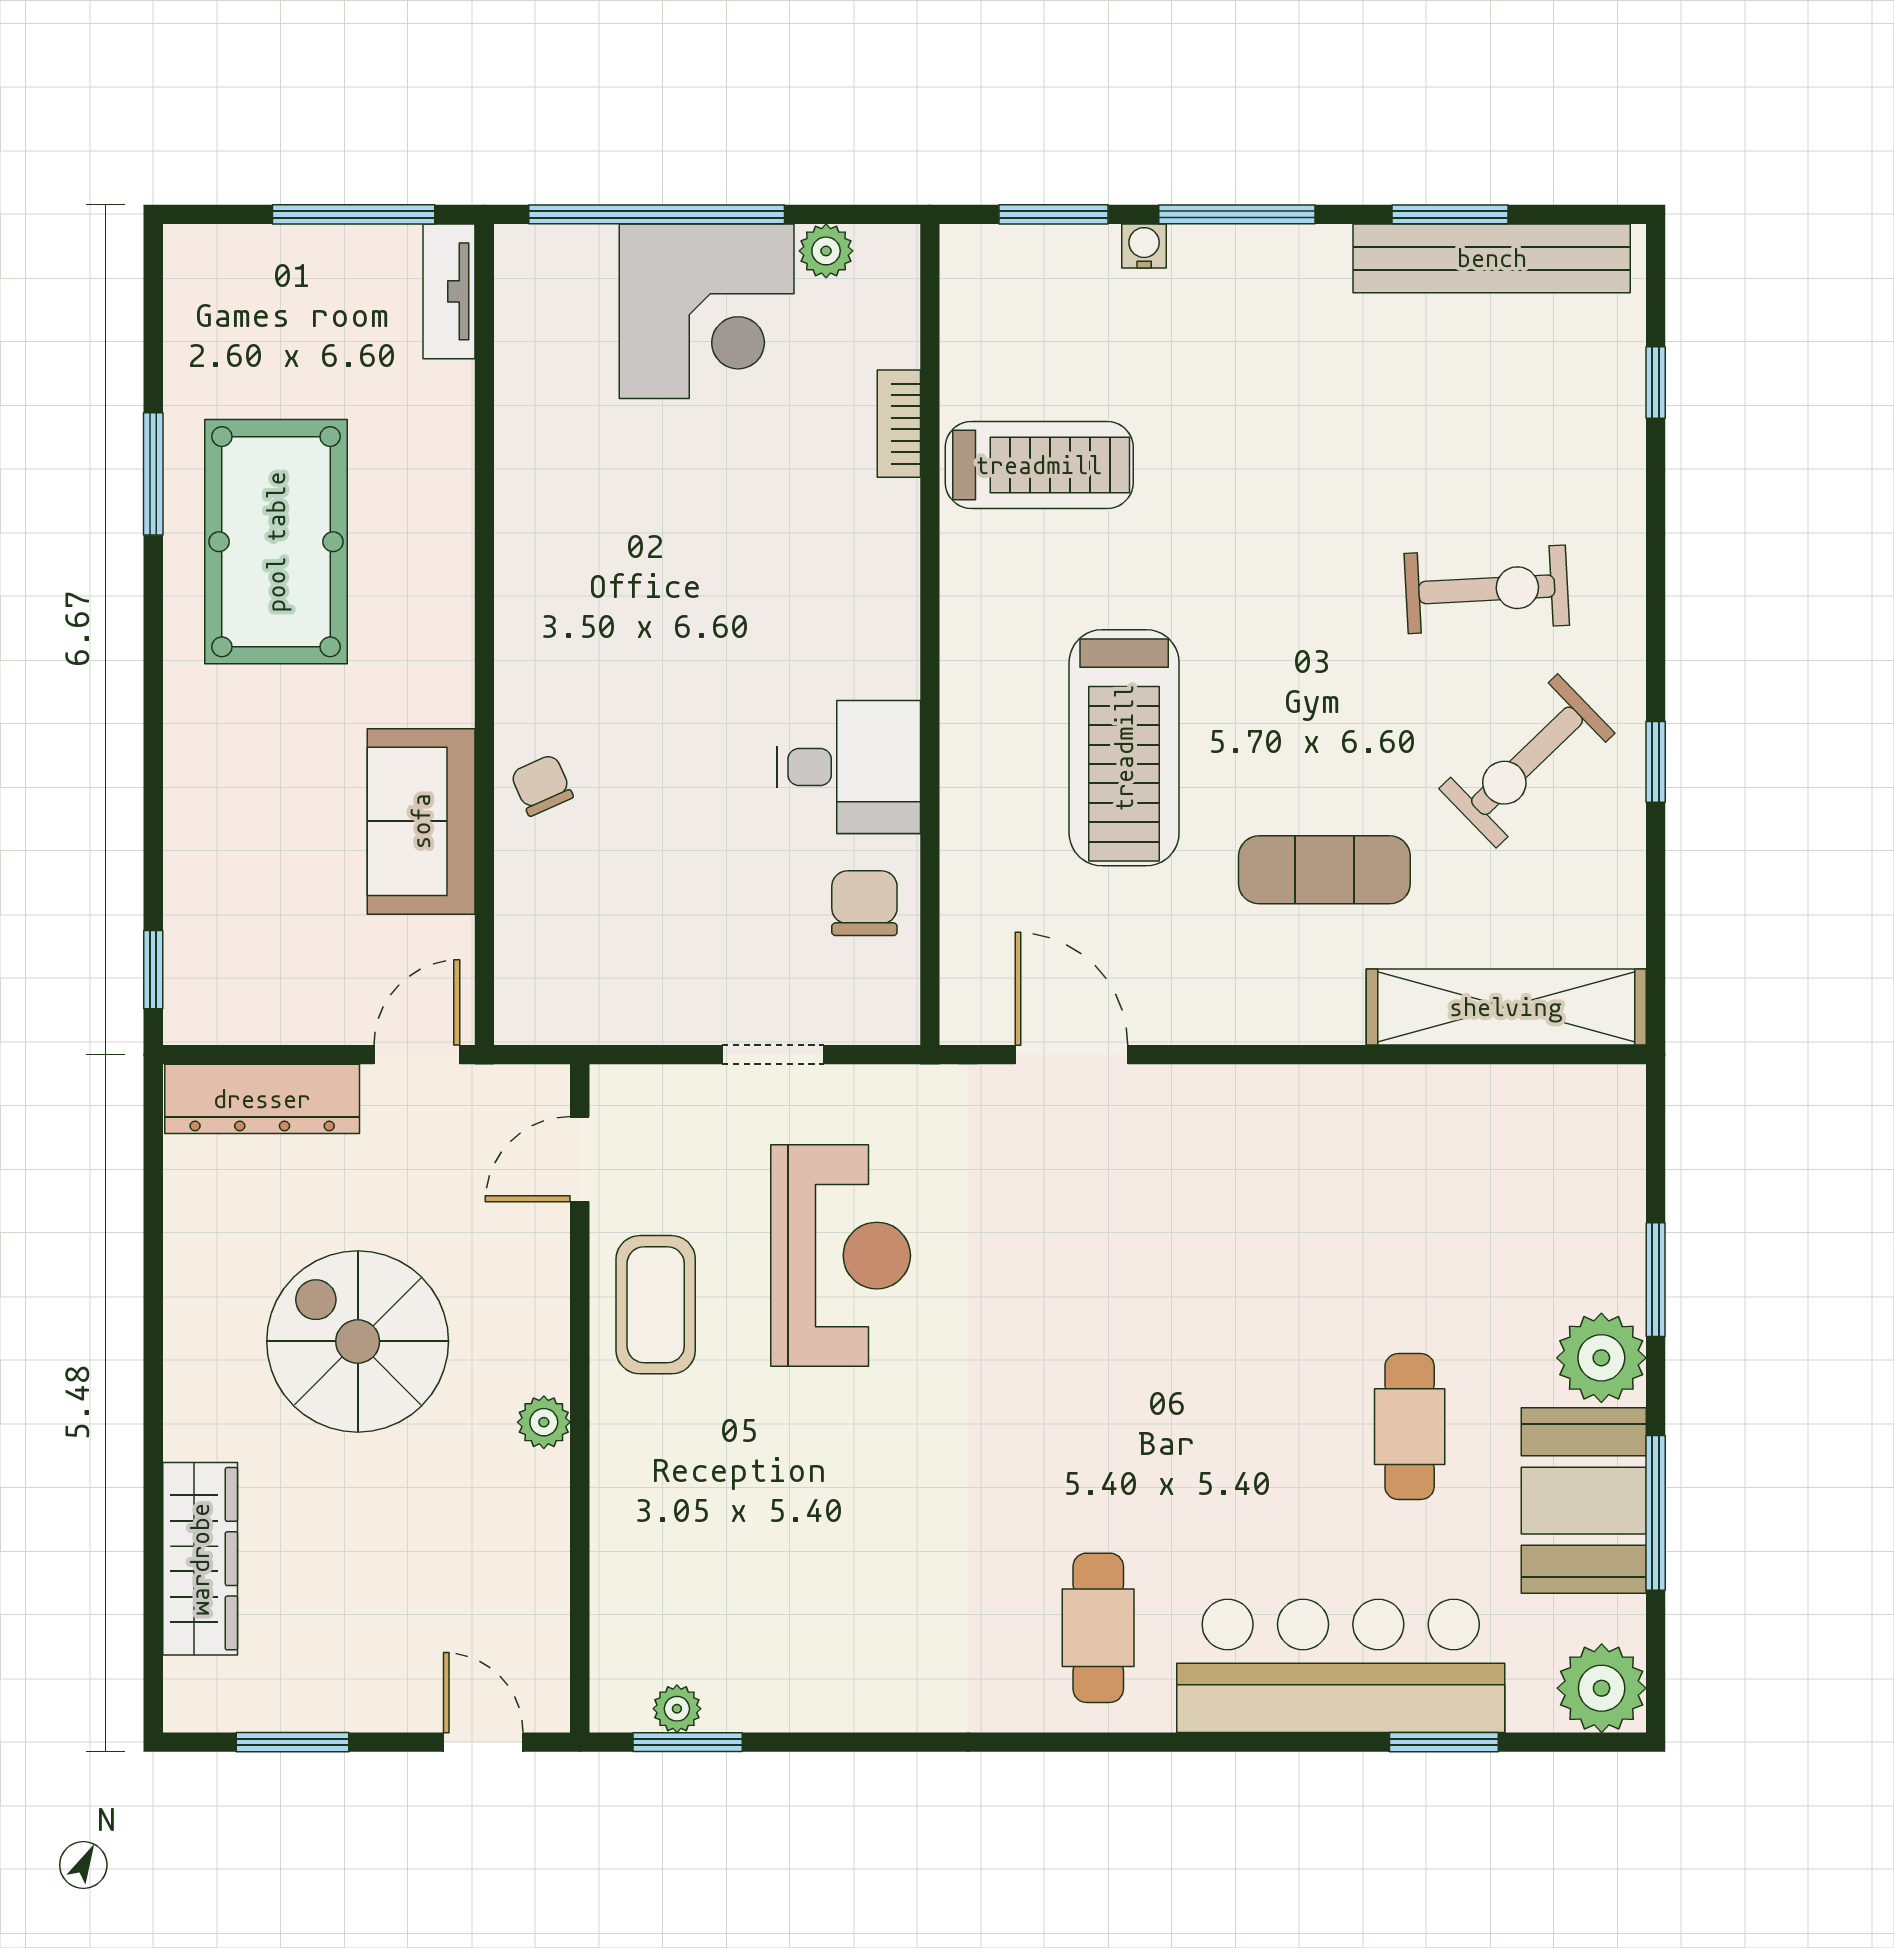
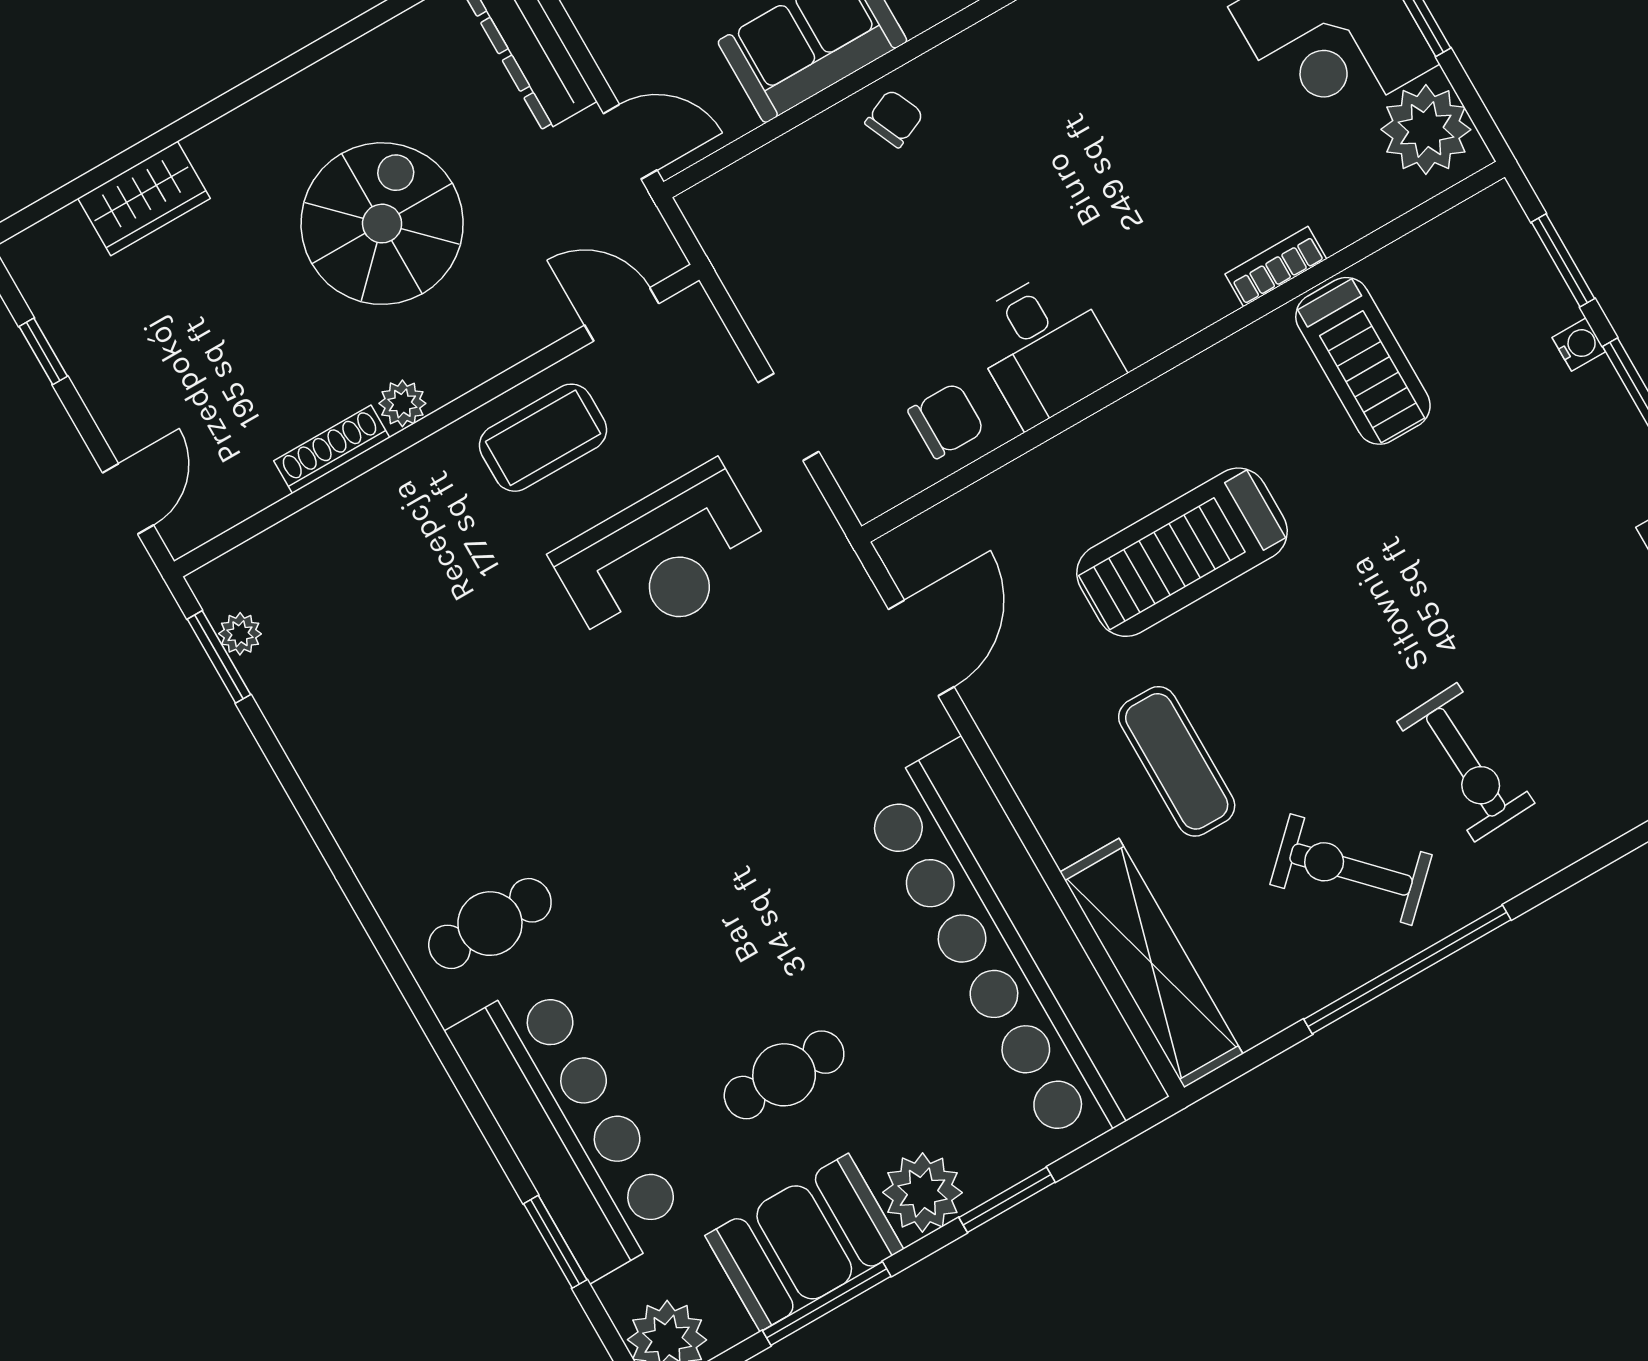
plant: (826, 251) -> (1426, 130), width x1.87, depth x1.87
bookcase: (899, 424) -> (1276, 267), moved
window: (1656, 762) -> (1407, 969), width x3.17
bar counter: (1412, 1134) -> (1011, 947), added
shoe rack: (549, 1516) -> (332, 449), added
wardrobe: (200, 1559) -> (144, 198), width x0.67
window: (293, 1742) -> (43, 351), width x0.67

